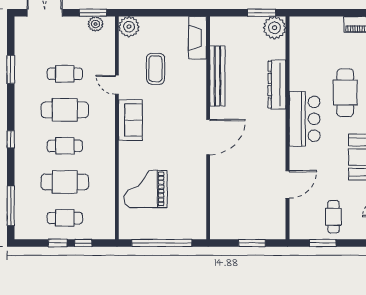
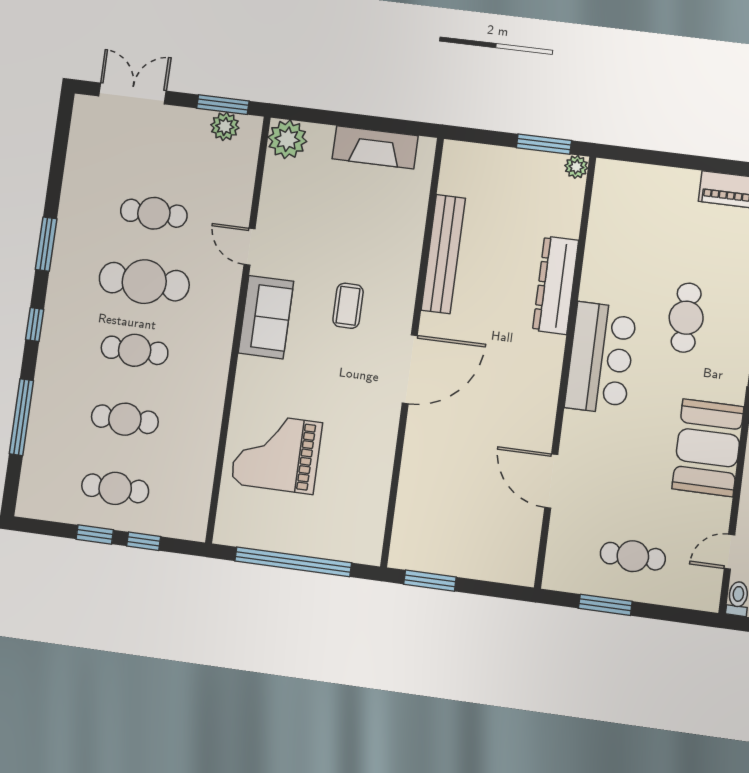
plant: (274, 28) -> (576, 167), width x0.53, depth x0.53
fireplace: (198, 38) -> (375, 147), moved, turned -90
window: (11, 69) -> (46, 244), moved
coffee table: (155, 69) -> (348, 306), moved, width x0.73, depth x0.77
cafe table: (345, 93) -> (686, 318), width x0.73, depth x0.74
cafe table: (65, 182) -> (125, 419), width x0.73, depth x0.74
door: (287, 184) -> (551, 481), swing flipped
window: (11, 206) -> (21, 417), moved
cafe table: (333, 217) -> (633, 556), turned 90
window: (252, 243) -> (430, 581), moved

